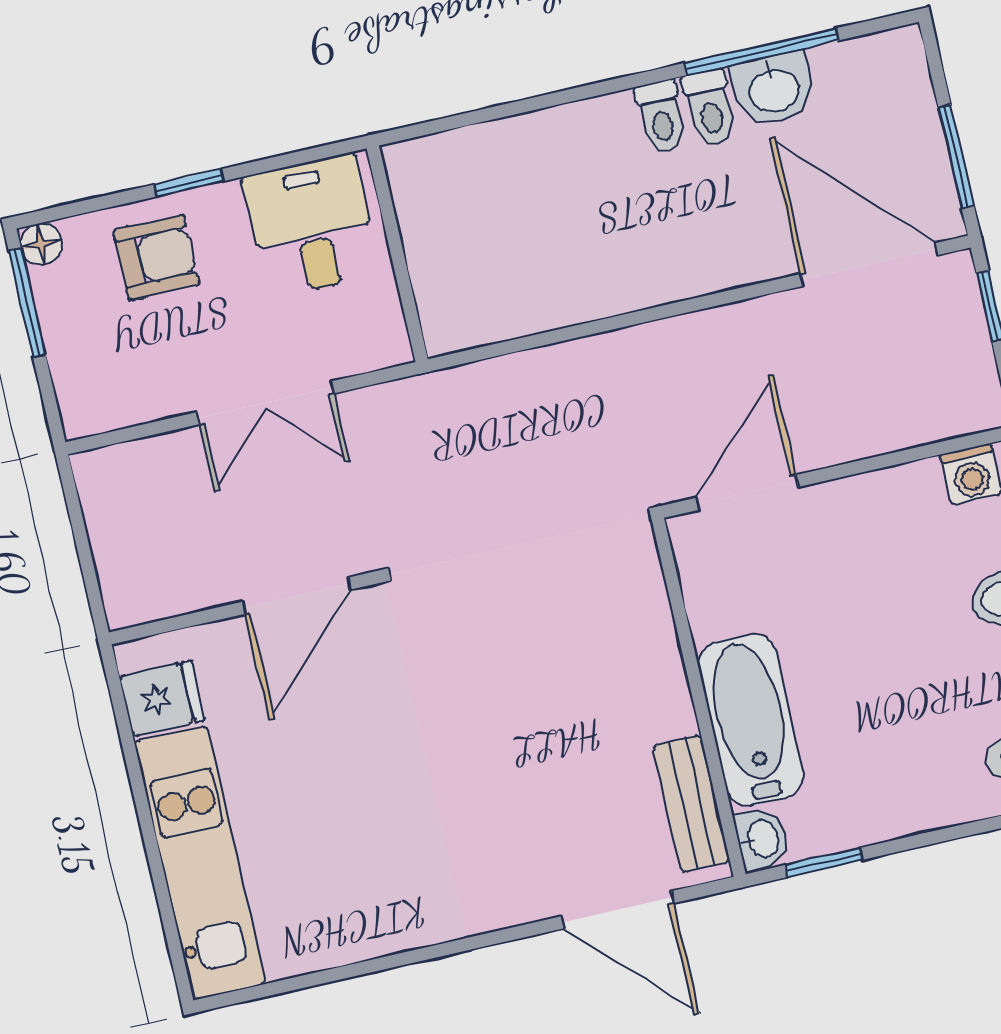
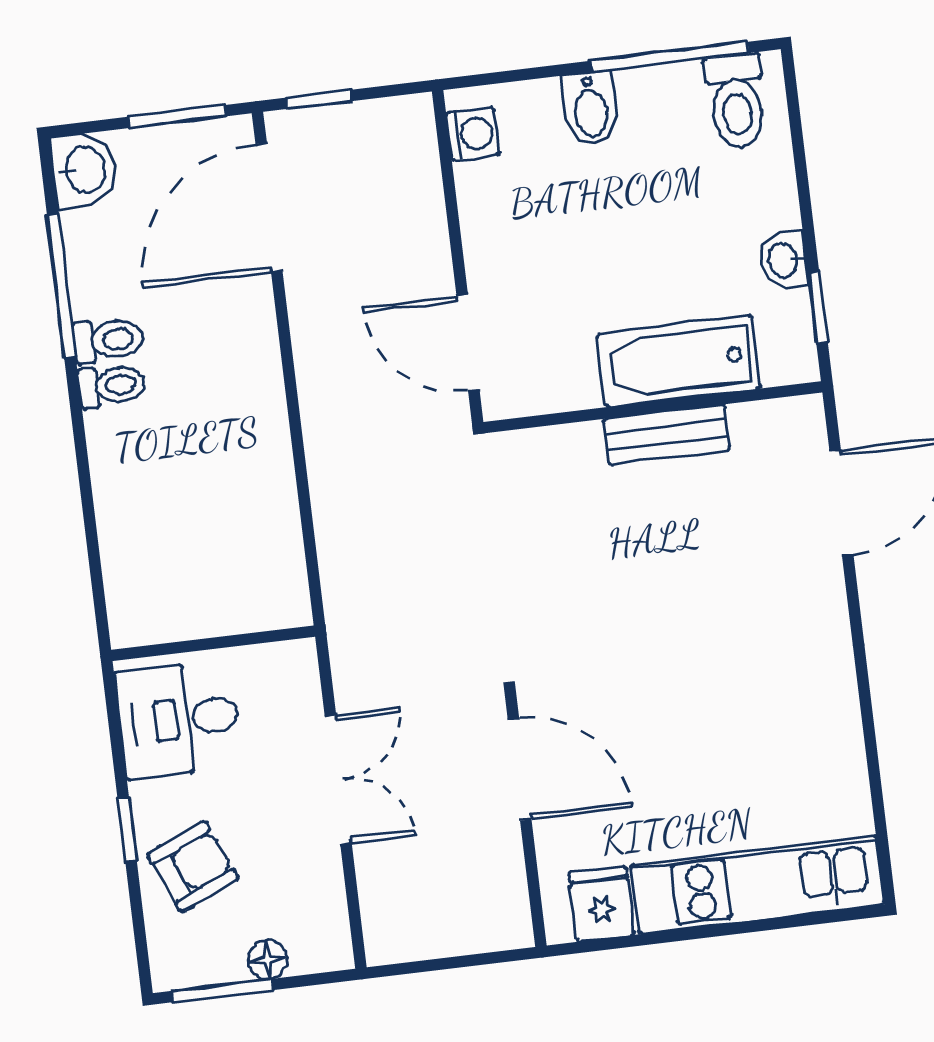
washbasin: (773, 89) -> (84, 170), moved
floor lamp: (41, 244) -> (268, 960), moved
armchair: (156, 257) -> (193, 866), turned 66
bench: (691, 804) -> (667, 435), moved
washbasin: (762, 839) -> (784, 260), moved, turned -90

